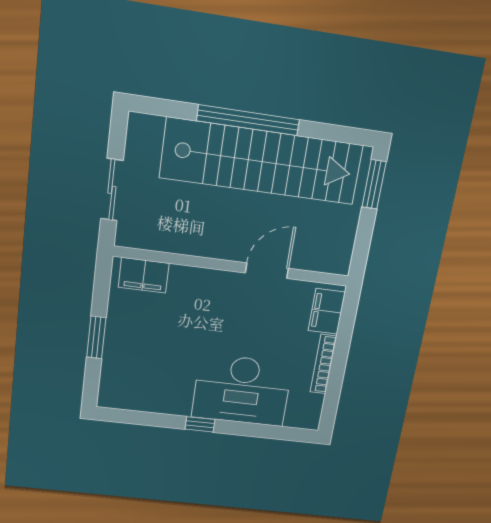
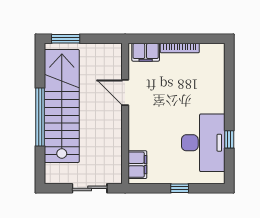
window: (96, 337) -> (180, 188), width x0.67
desk: (242, 390) -> (203, 143), moved
window: (200, 424) -> (229, 139), moved

